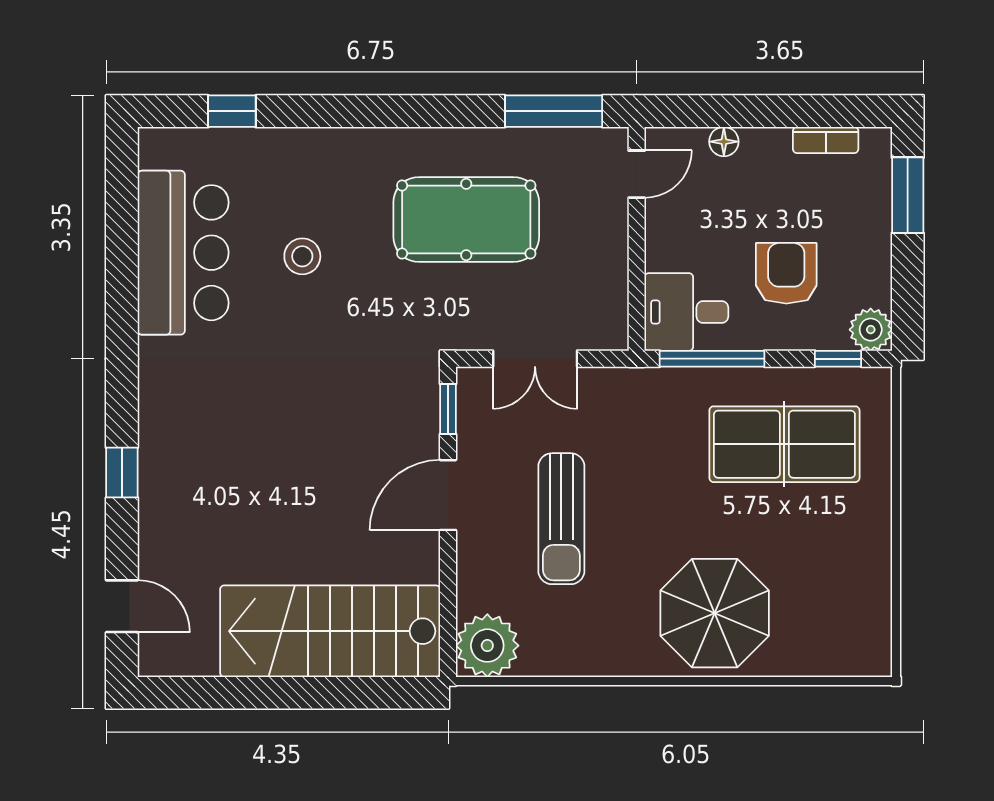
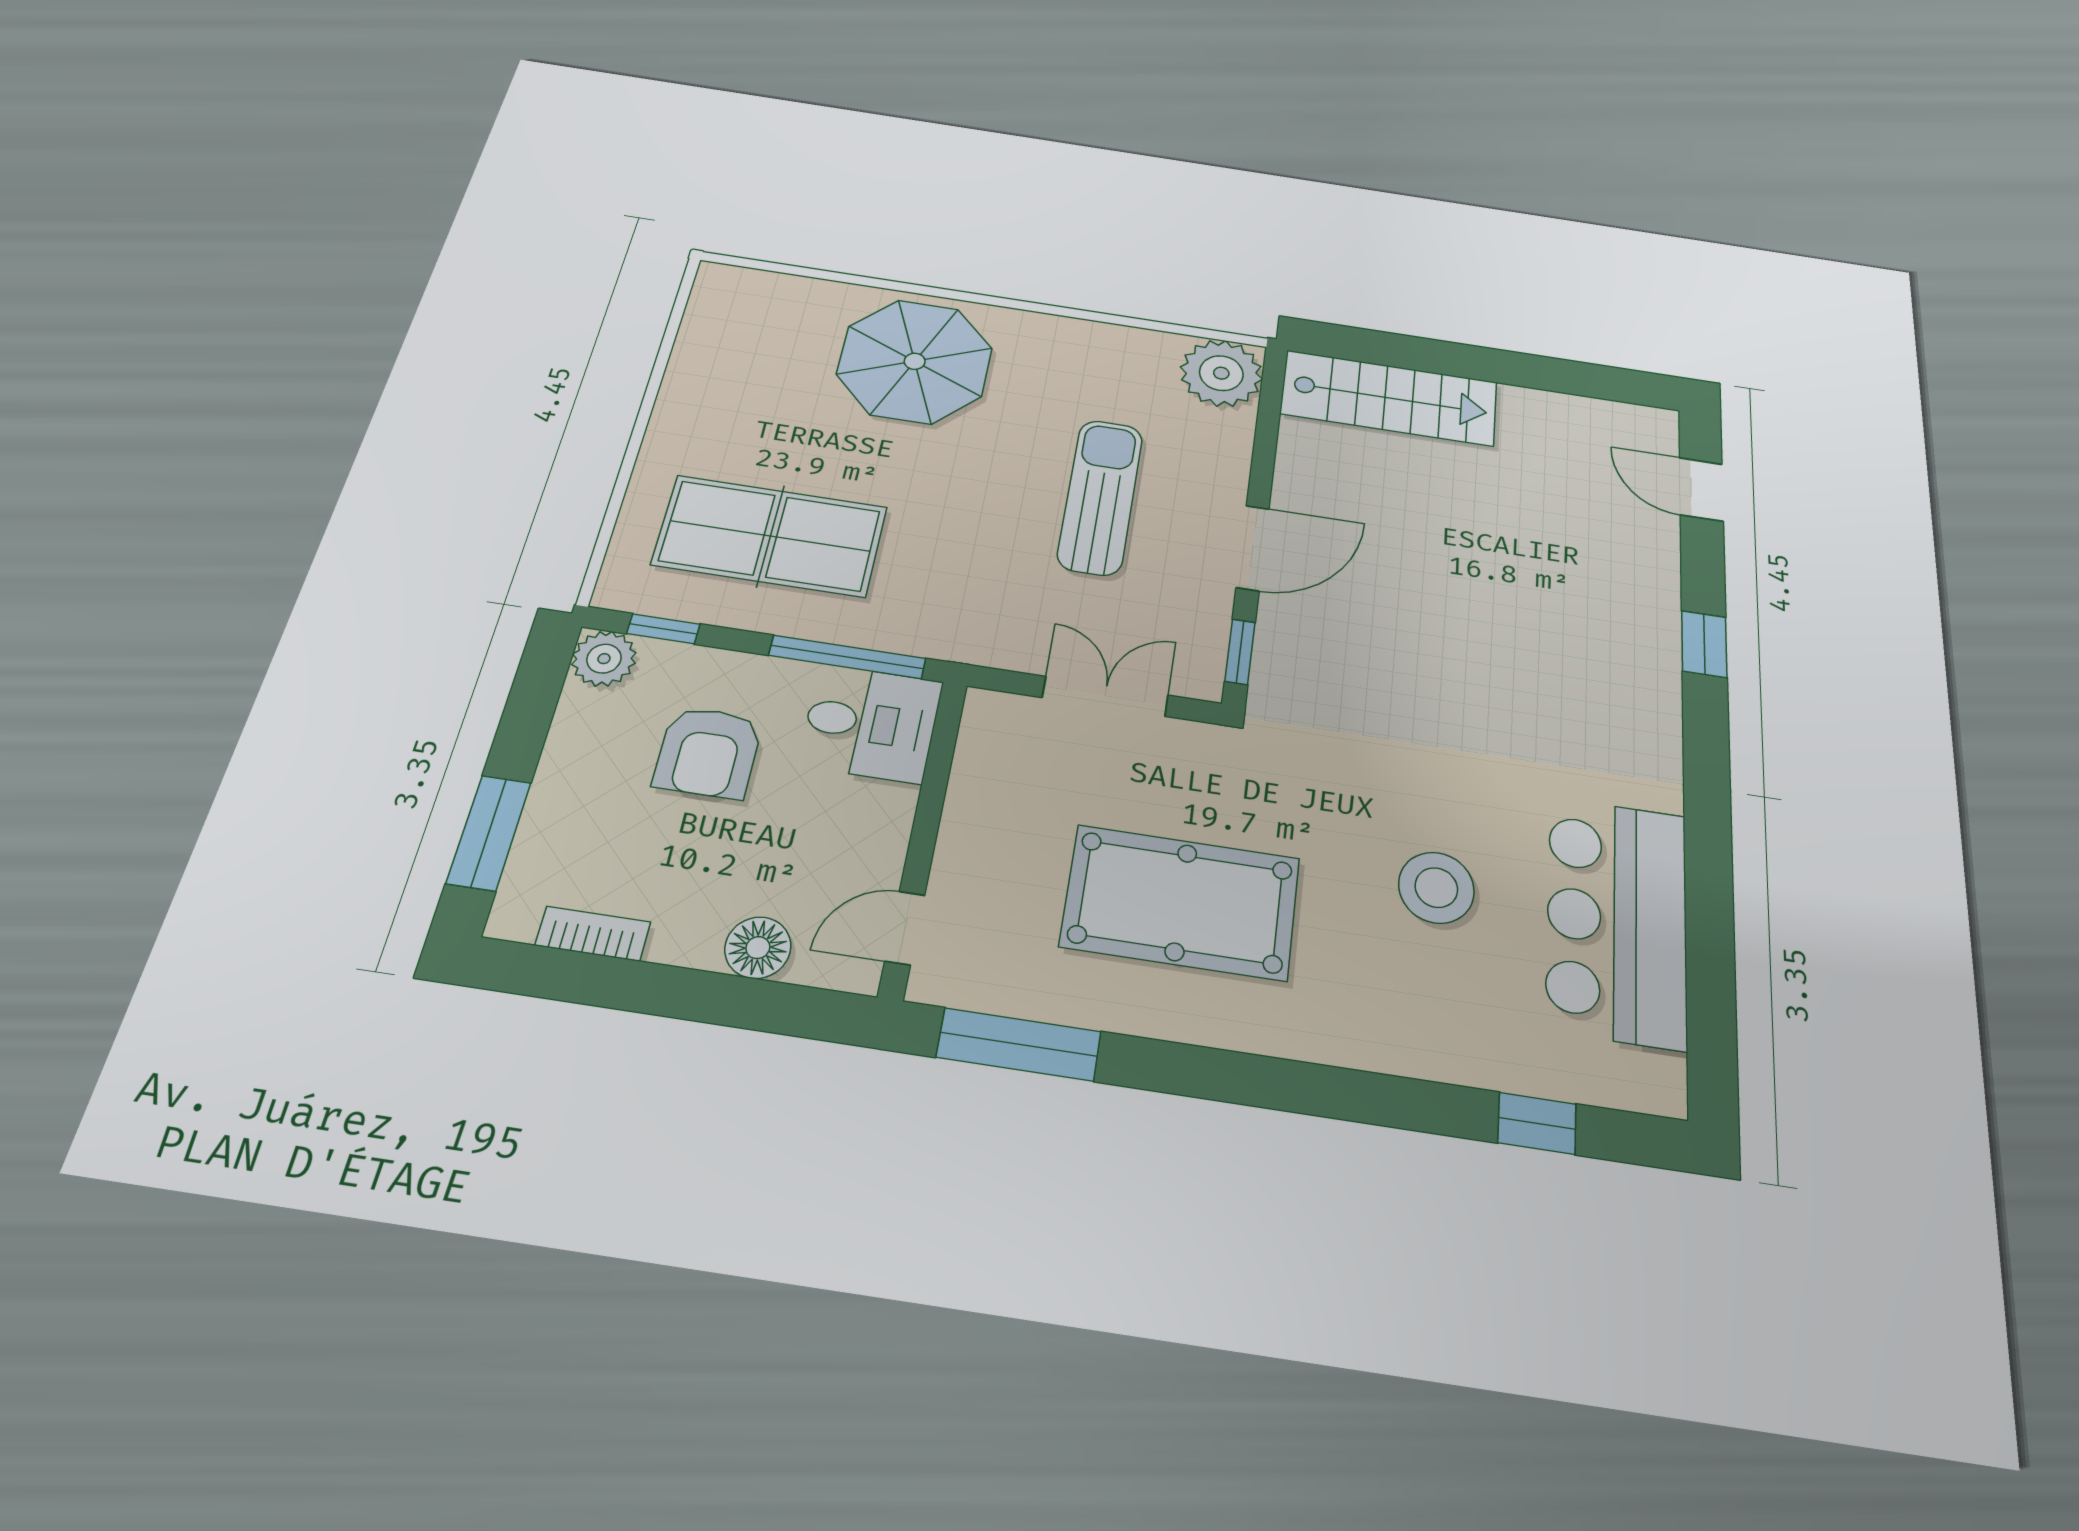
floor lamp: (724, 142) -> (758, 948), width x1.37, depth x1.37
stool: (302, 256) -> (1436, 888), width x1.38, depth x1.38
stairs: (330, 631) -> (1389, 398), width x0.73, depth x0.66

